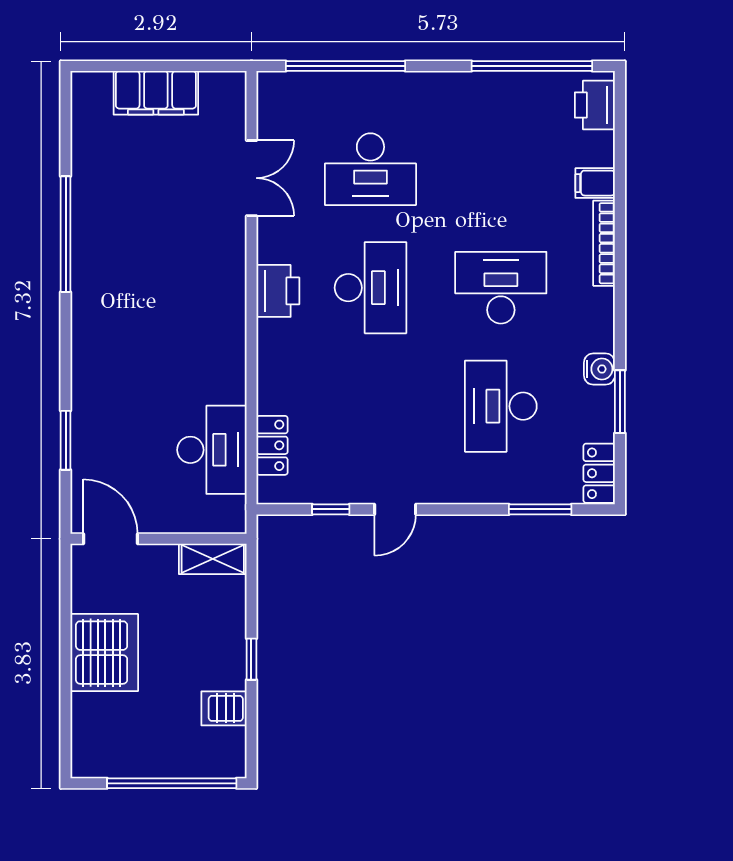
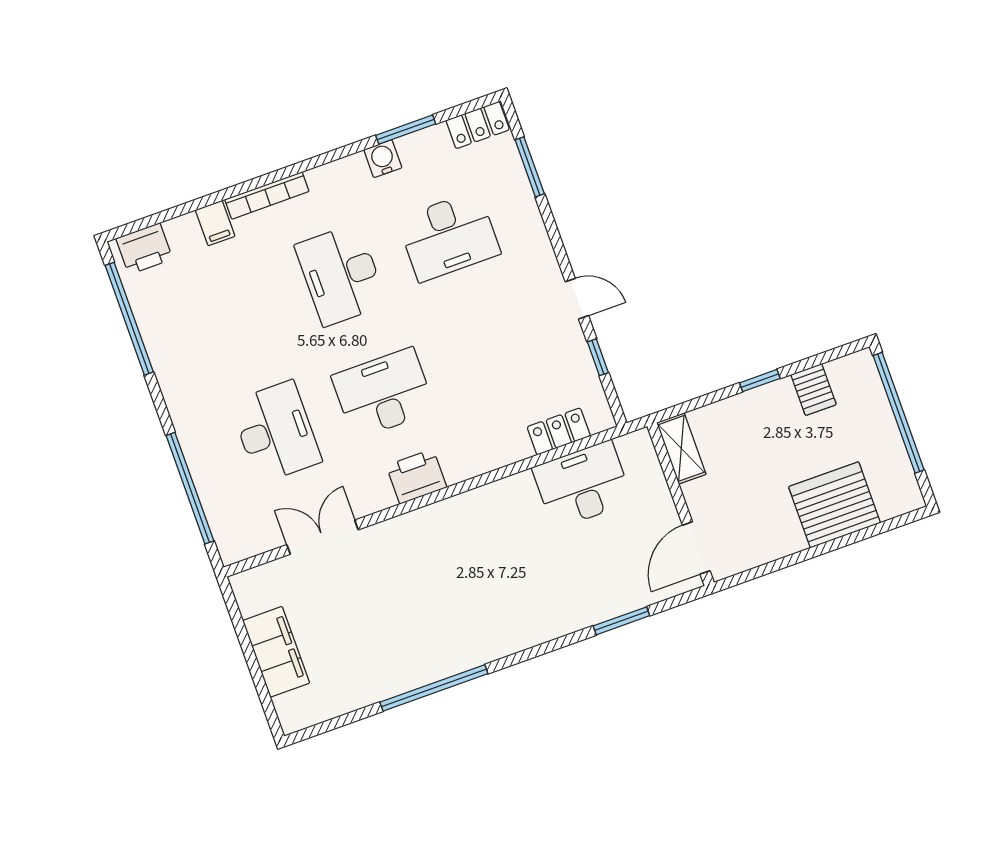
server rack: (104, 653) -> (835, 505), moved

